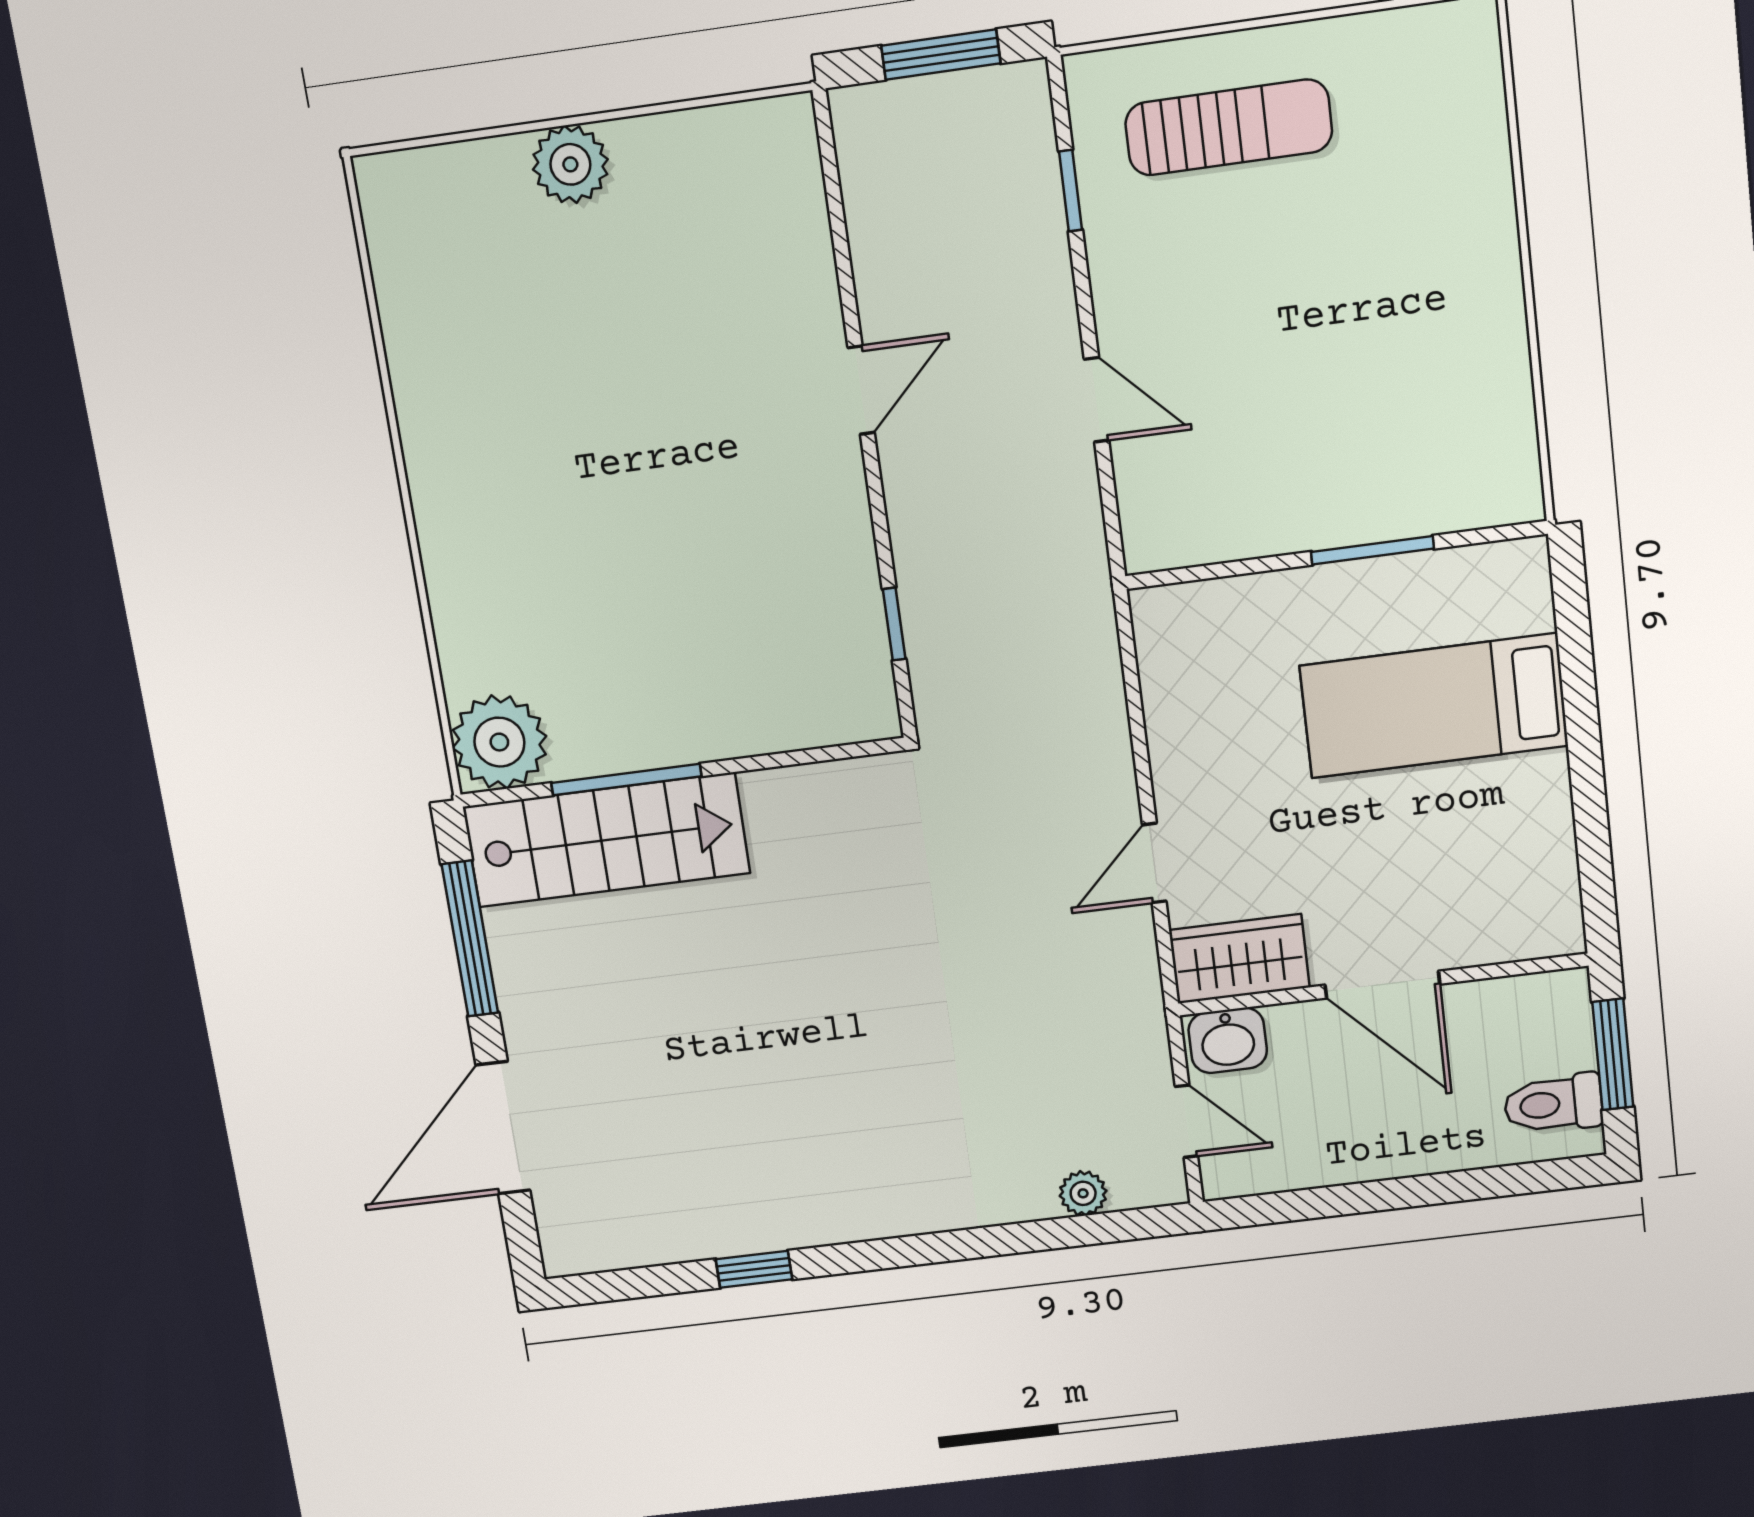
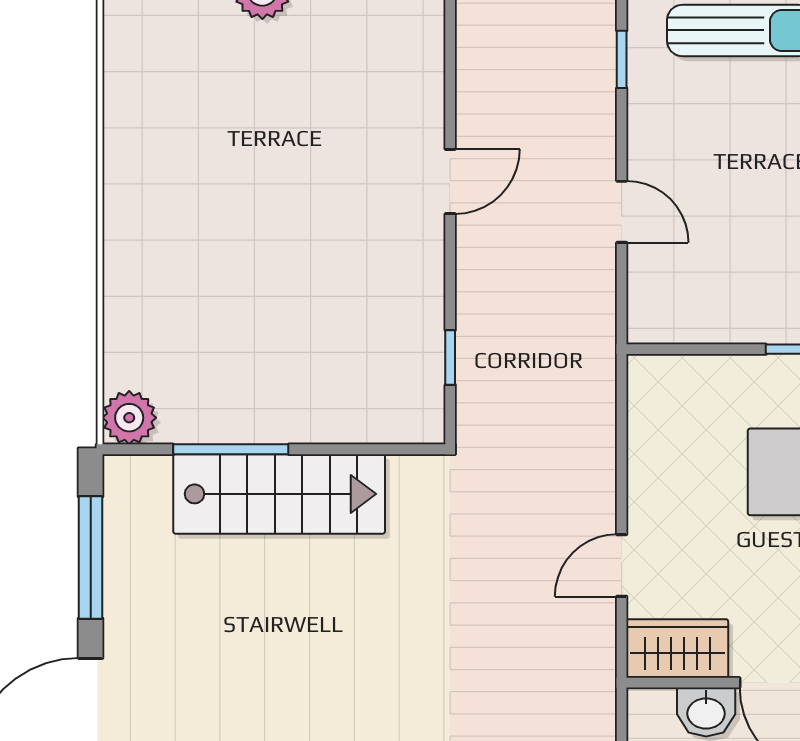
plant: (499, 742) -> (129, 418), width x0.73, depth x0.73
stairs: (606, 840) -> (279, 494), moved
washbasin: (1228, 1040) -> (706, 712), moved

